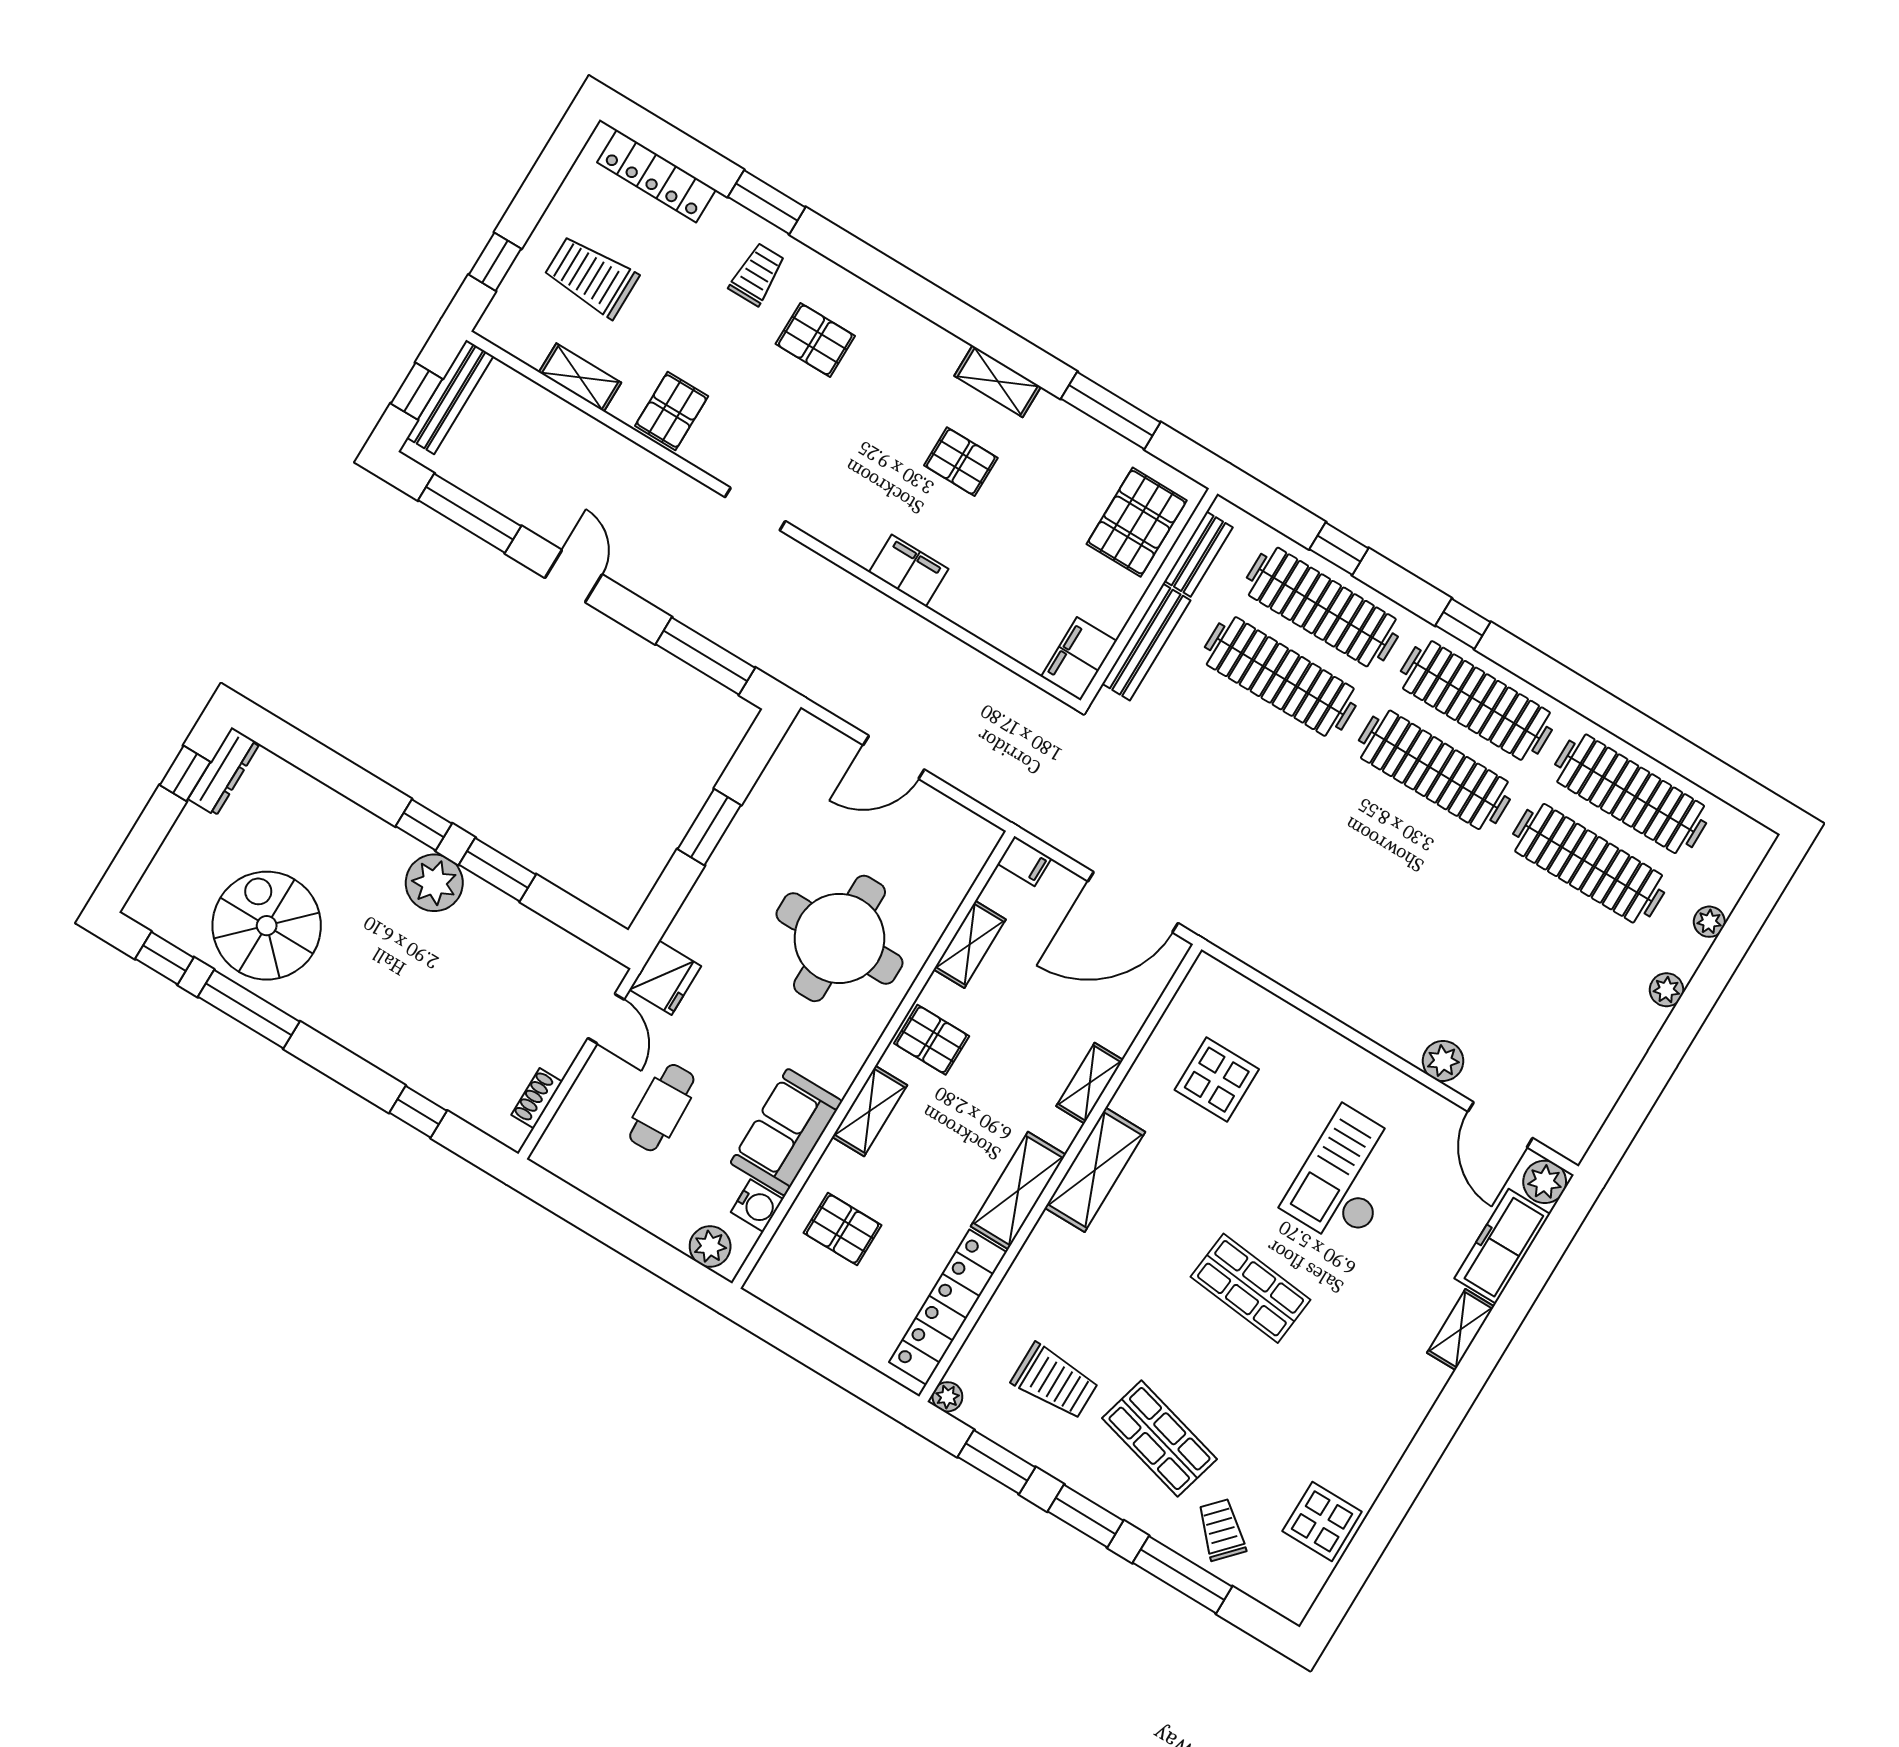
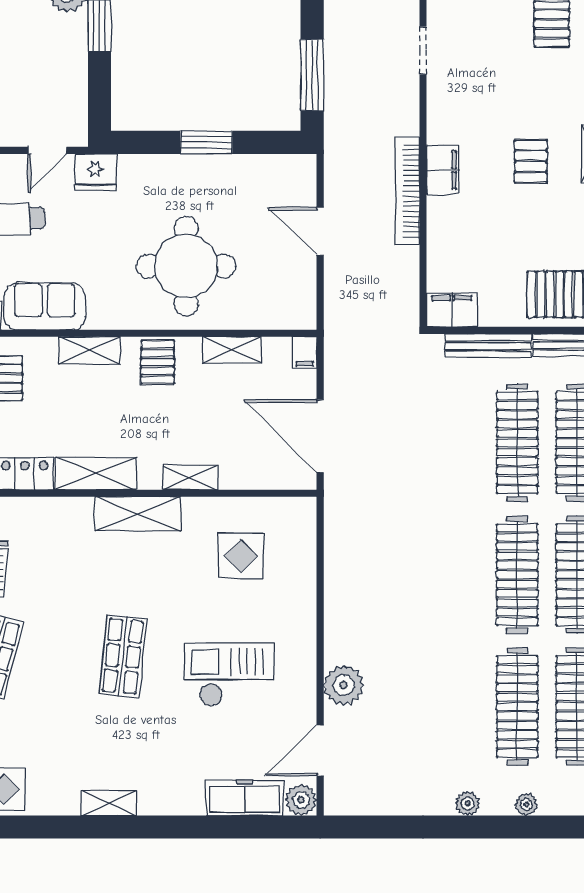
bookcase: (908, 627) -> (407, 191), added
plant: (1443, 1061) -> (344, 685), width x1.36, depth x1.36
shelving: (1460, 1330) -> (109, 803), moved

